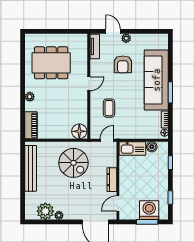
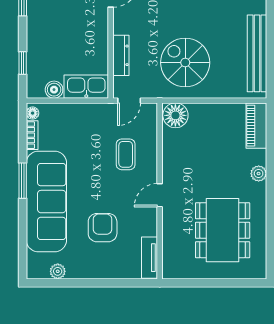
door: (113, 31) -> (119, 283), removed
plant: (126, 38) -> (58, 271), moved
dining table: (51, 63) -> (223, 230), turned 90
dresser: (112, 180) -> (121, 55), moved

